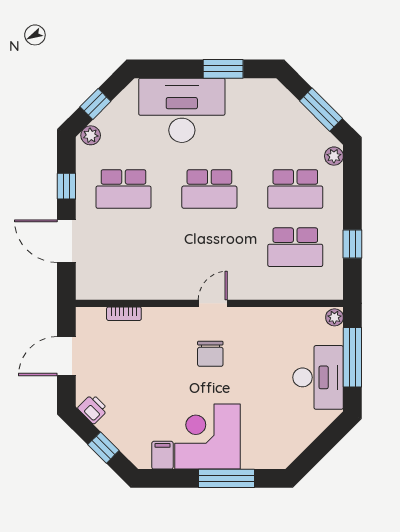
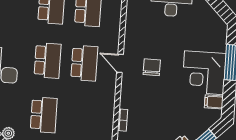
school desk: (209, 247) -> (84, 63), added
chair: (210, 354) -> (152, 67), turned -90

